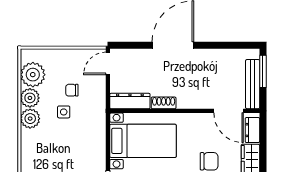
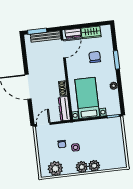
door: (108, 63) -> (43, 124), swing flipped
plant: (30, 98) -> (94, 166), moved

